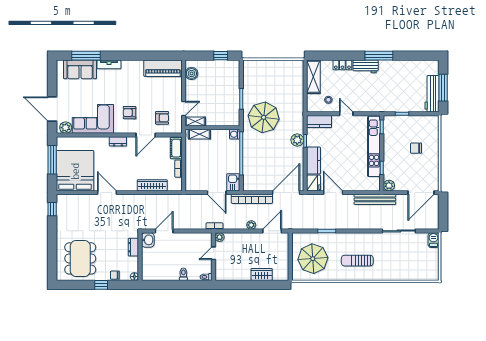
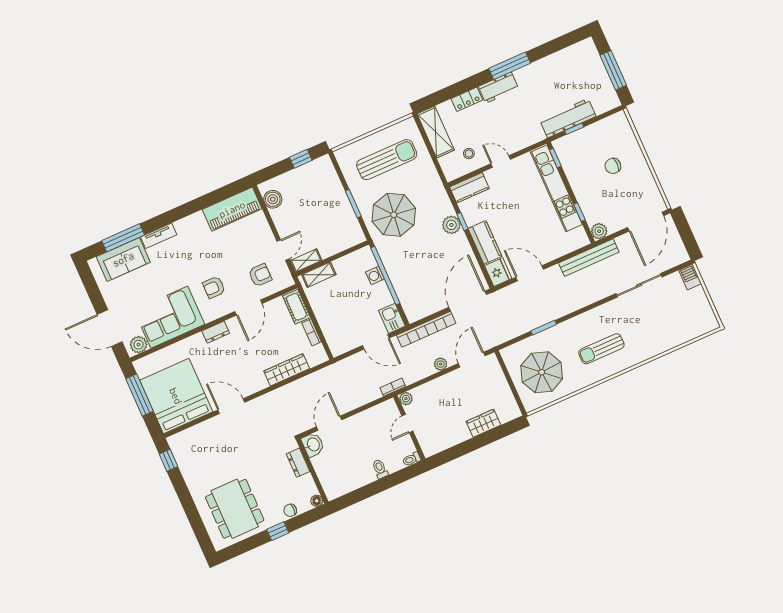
sun lounger: (275, 80) -> (387, 160), added
workbench: (432, 94) -> (568, 118), moved, turned 90
washing machine: (235, 134) -> (375, 275), moved

